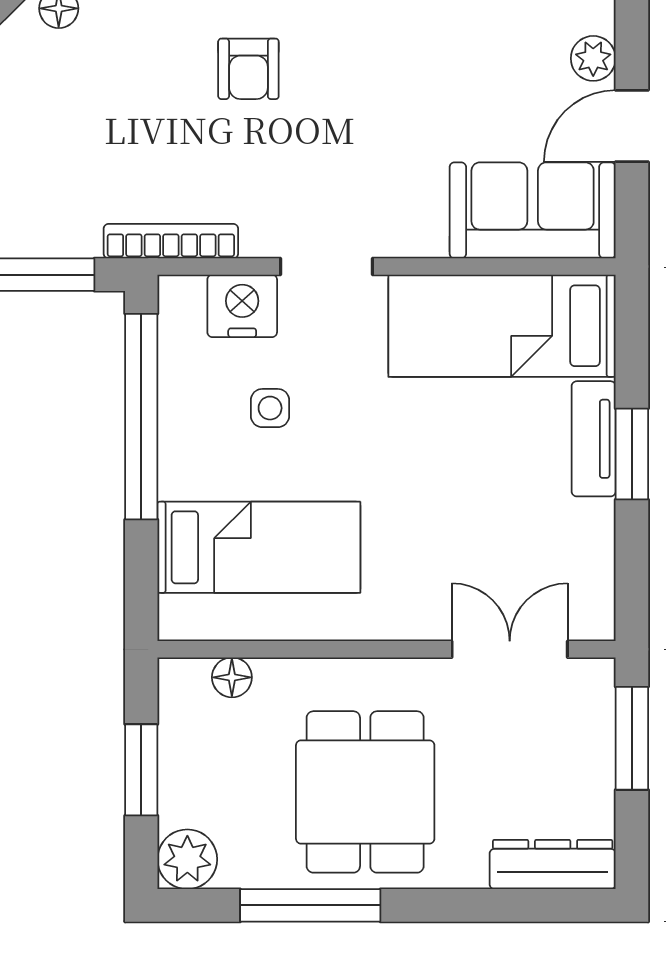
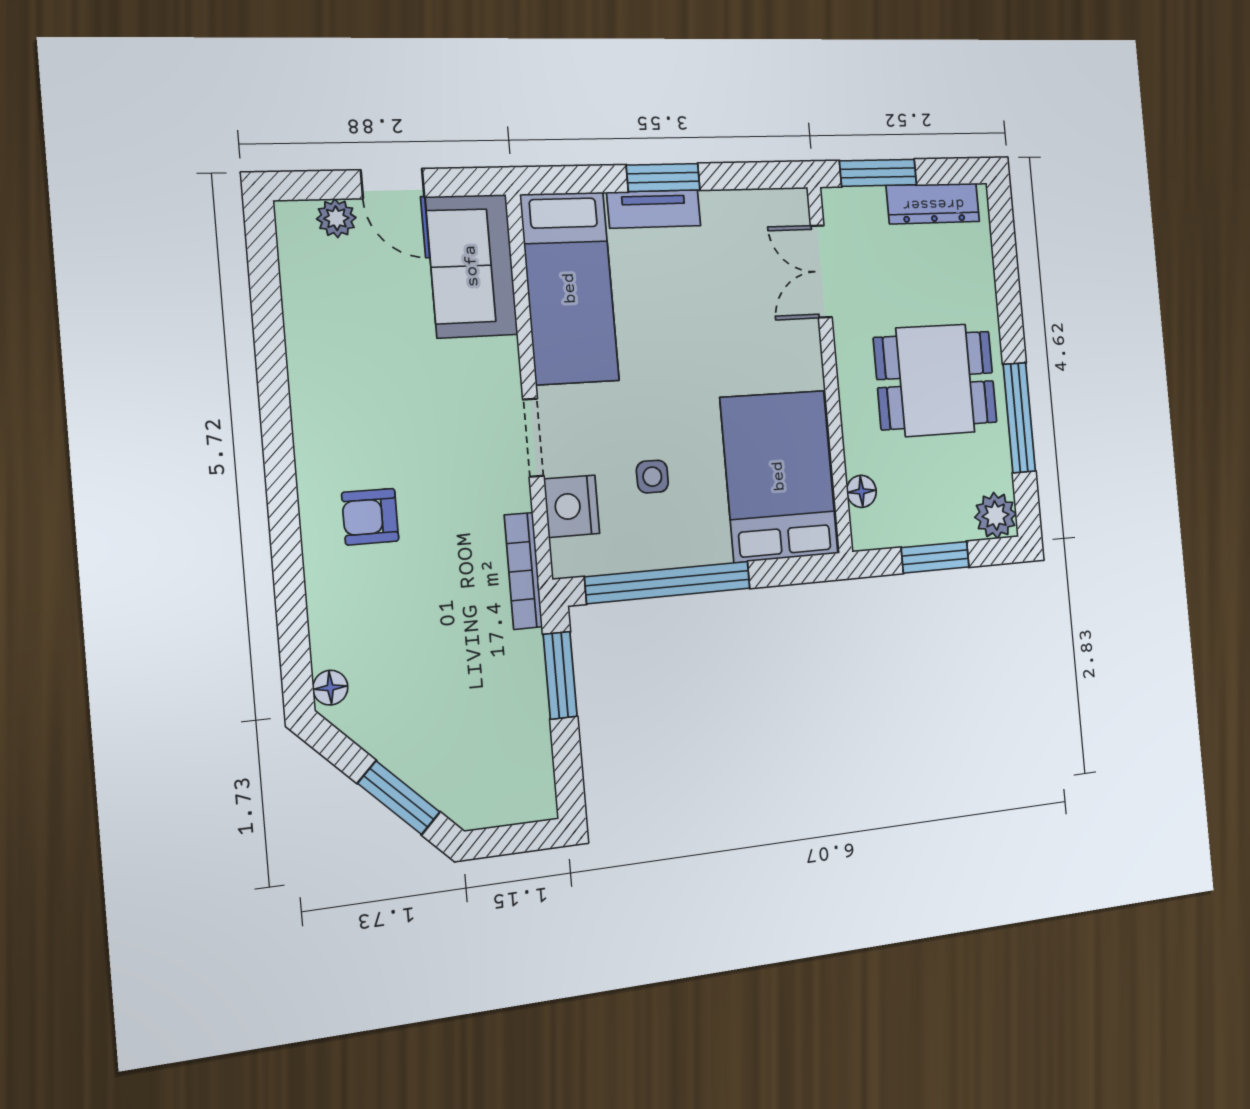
armchair: (248, 69) -> (370, 517), turned 180
bed: (259, 547) -> (779, 476), width x1.50
dresser: (553, 864) -> (933, 204), moved, turned -90

